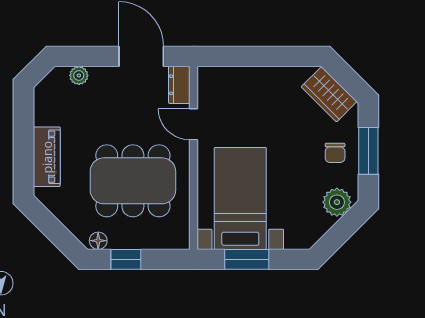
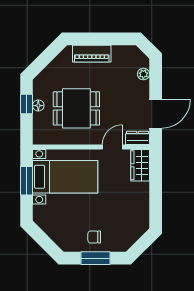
wardrobe: (329, 94) -> (140, 165), moved, turned -45
dining table: (133, 181) -> (76, 108), width x0.73
plant: (337, 202) -> (63, 238), removed
floor lamp: (98, 241) -> (38, 106), moved

